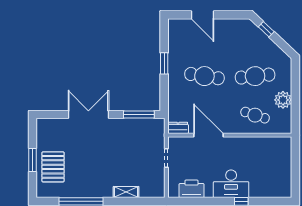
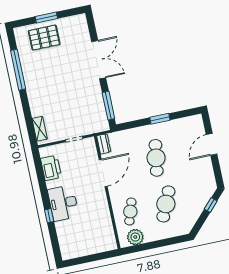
cafe table: (255, 76) -> (166, 204), turned 30
plant: (283, 100) -> (135, 237), moved
shelving: (126, 192) -> (40, 129), moved

